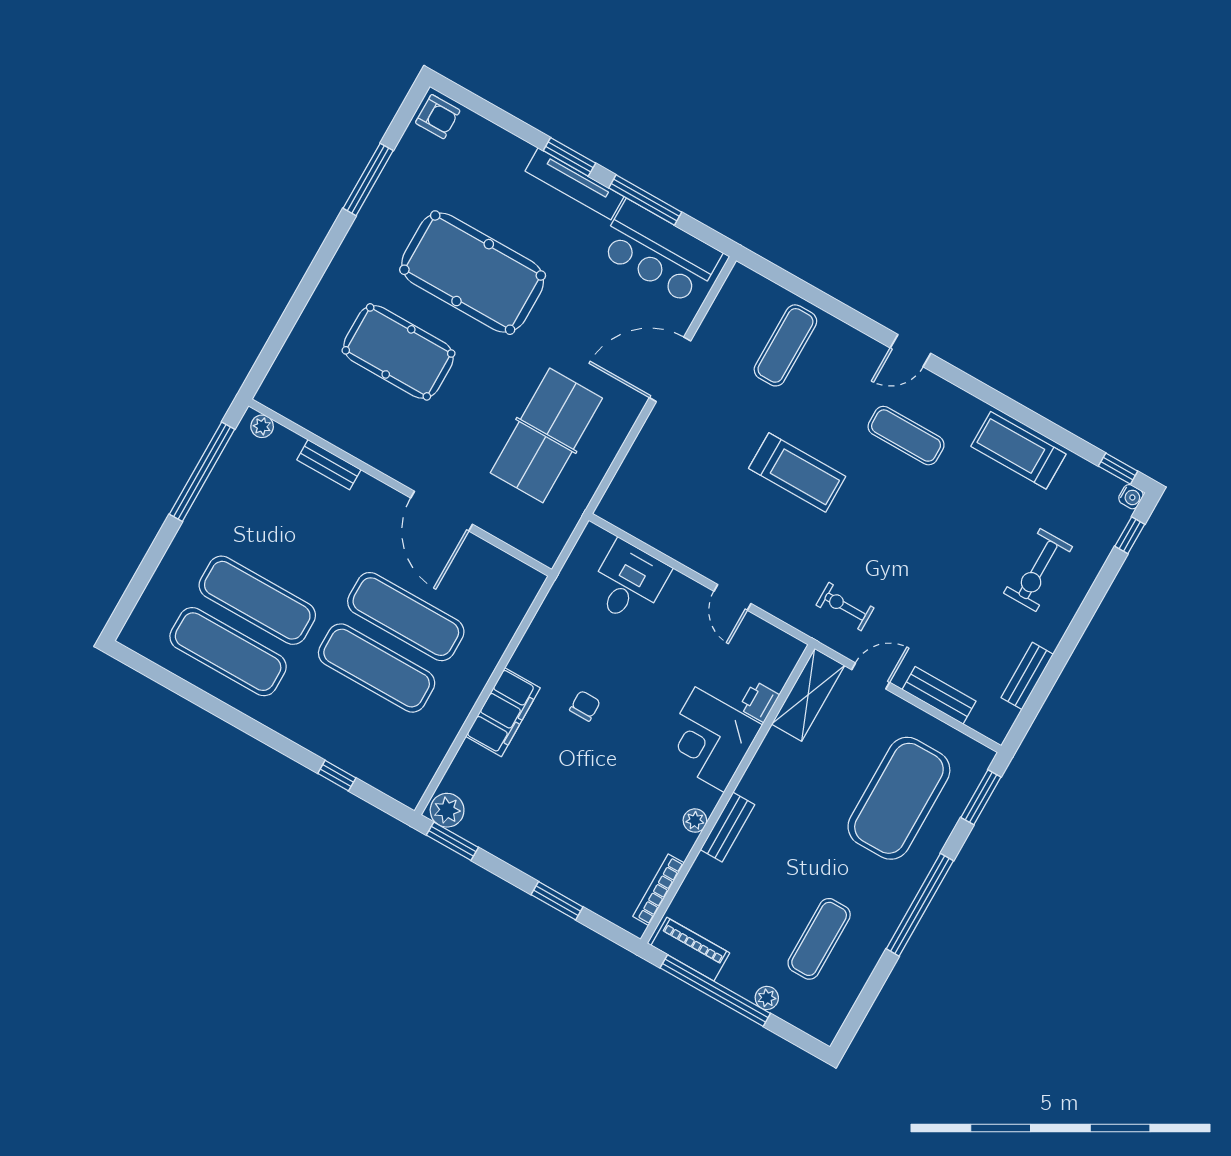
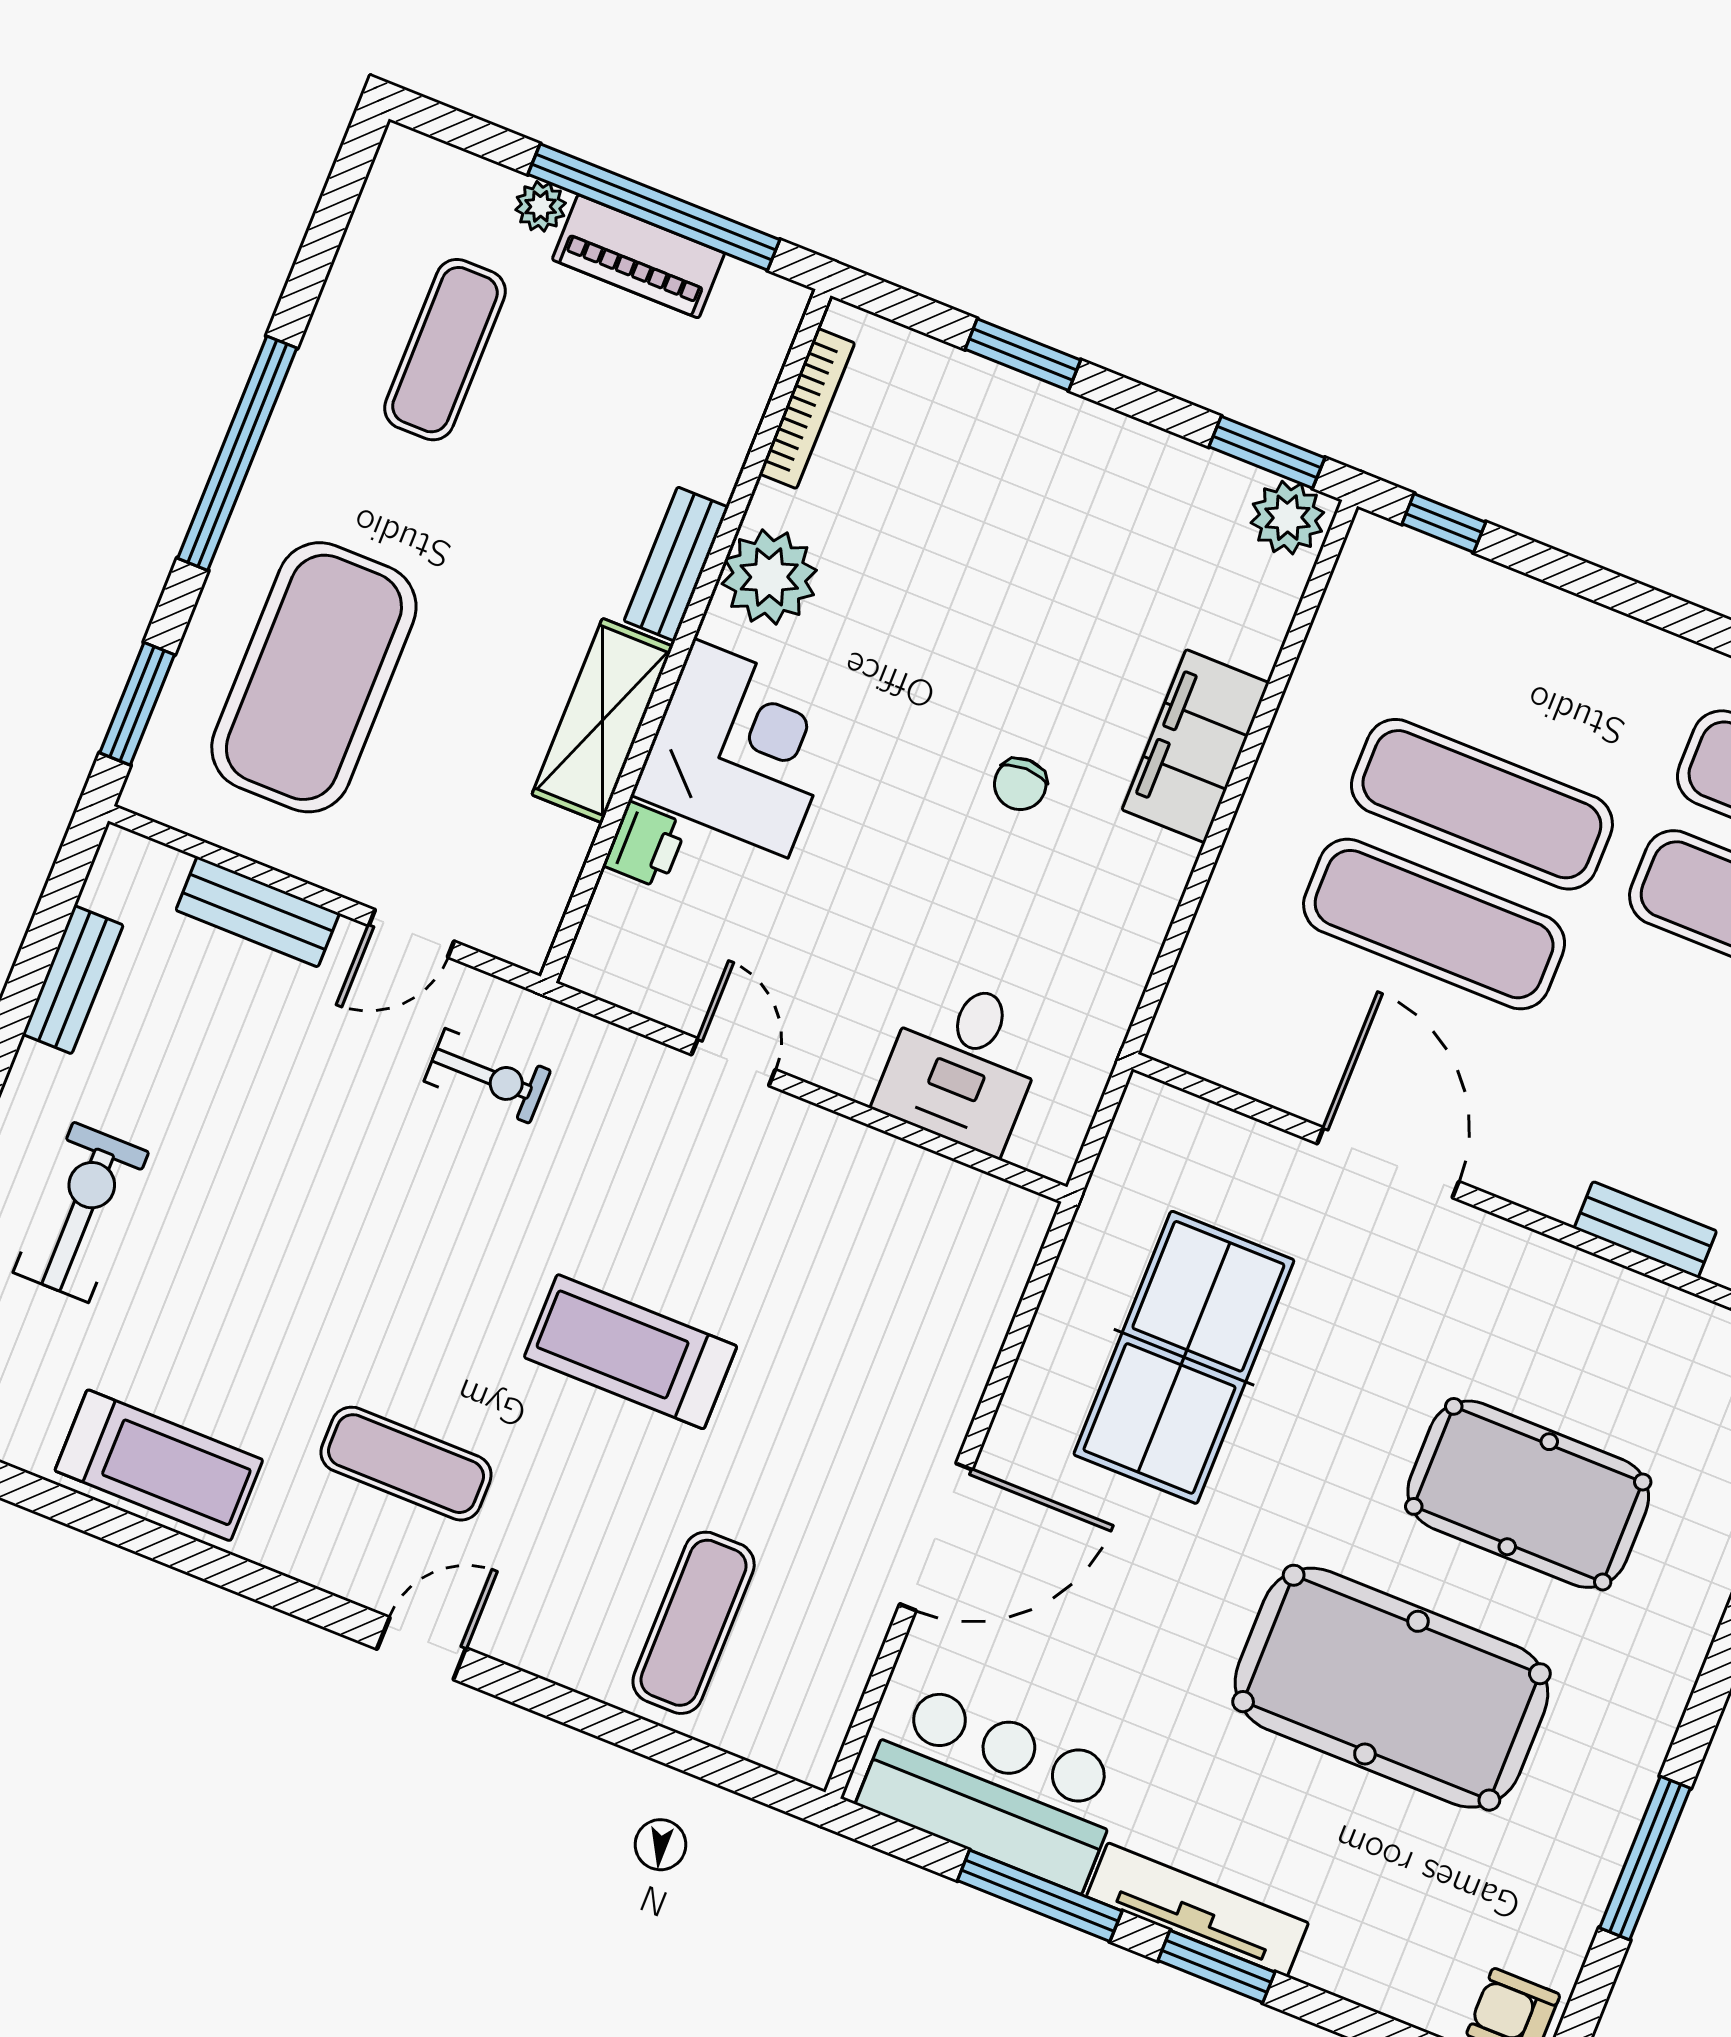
shelving: (808, 695) -> (602, 721), moved
window: (337, 776) -> (1444, 523), moved
plant: (695, 821) -> (769, 577), width x1.88, depth x1.88
piano: (690, 949) -> (638, 256), moved

